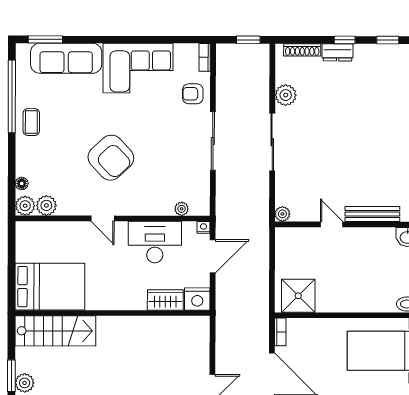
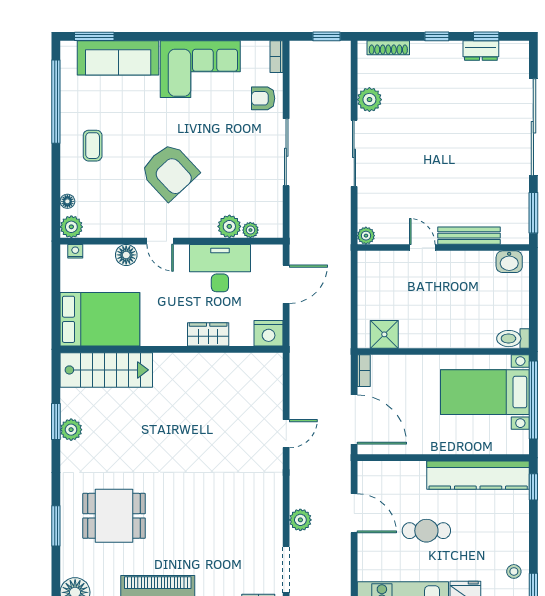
dresser: (338, 52) -> (481, 51), moved
coffee table: (31, 122) -> (93, 146), moved
plant: (46, 205) -> (229, 226), moved
nightstand: (204, 227) -> (75, 251), moved
floor lamp: (73, 230) -> (126, 255), added
shower: (298, 296) -> (384, 334), width x0.73, depth x0.73
wardrobe: (165, 300) -> (208, 334), moved

